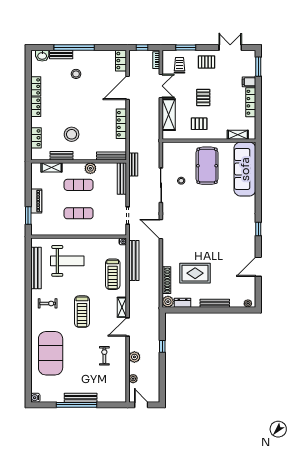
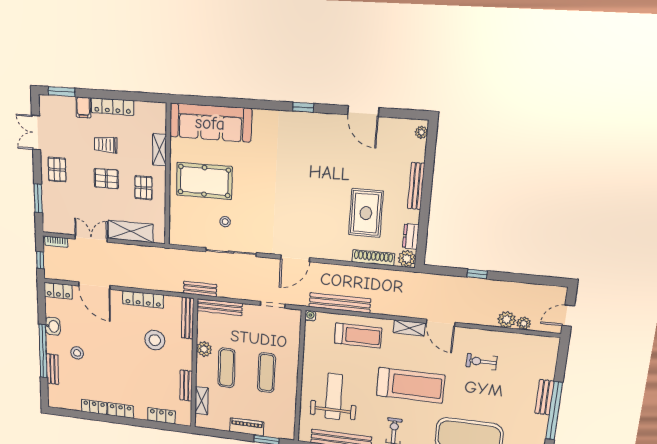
washbasin: (42, 56) -> (53, 326), moved
trolley: (180, 65) -> (106, 145), moved
stool: (72, 134) -> (155, 340), moved
shelving: (238, 135) -> (159, 150), moved
treadmill: (82, 312) -> (410, 385), width x1.37, depth x1.38
plant: (134, 357) -> (507, 320), moved
bench: (81, 398) -> (544, 397), width x0.73

